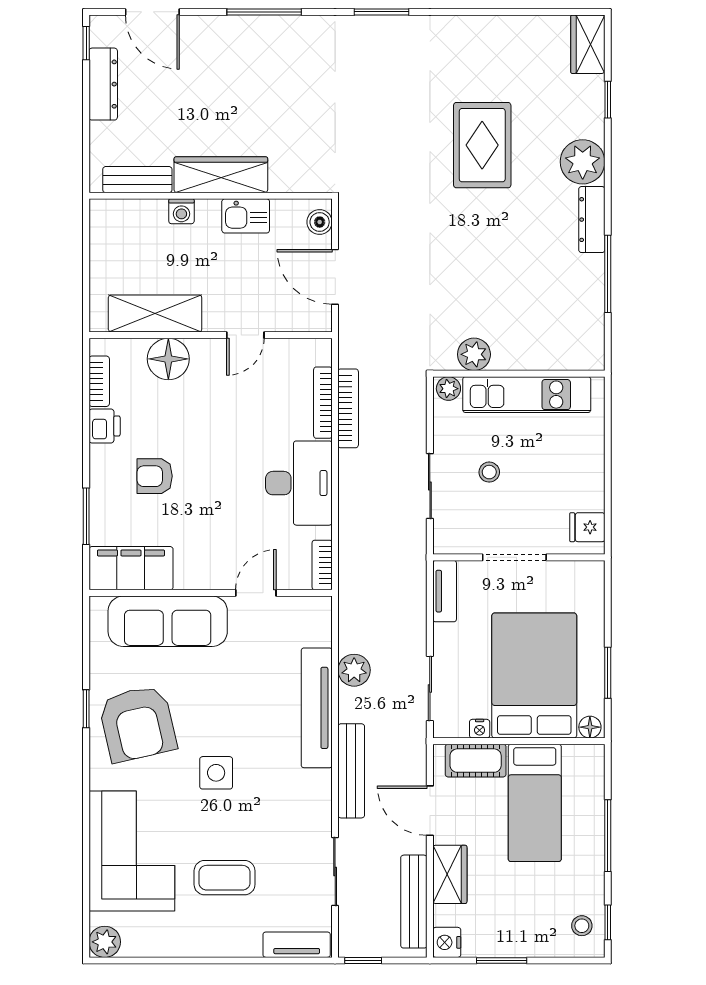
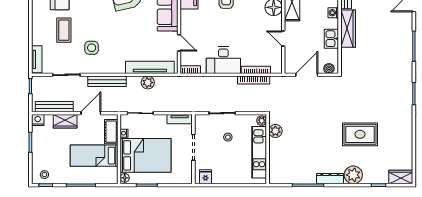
tv unit: (317, 708) -> (150, 67), moved
side table: (216, 773) -> (92, 48), moved

